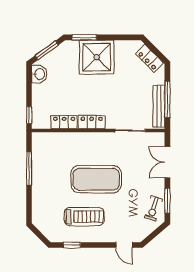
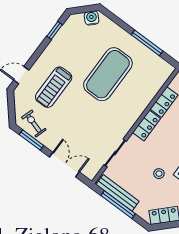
stool: (121, 86) -> (159, 174), added
exercise mat: (96, 179) -> (108, 74), moved
treadmill: (84, 217) -> (54, 87), moved
water cooler: (42, 224) -> (92, 18), added

